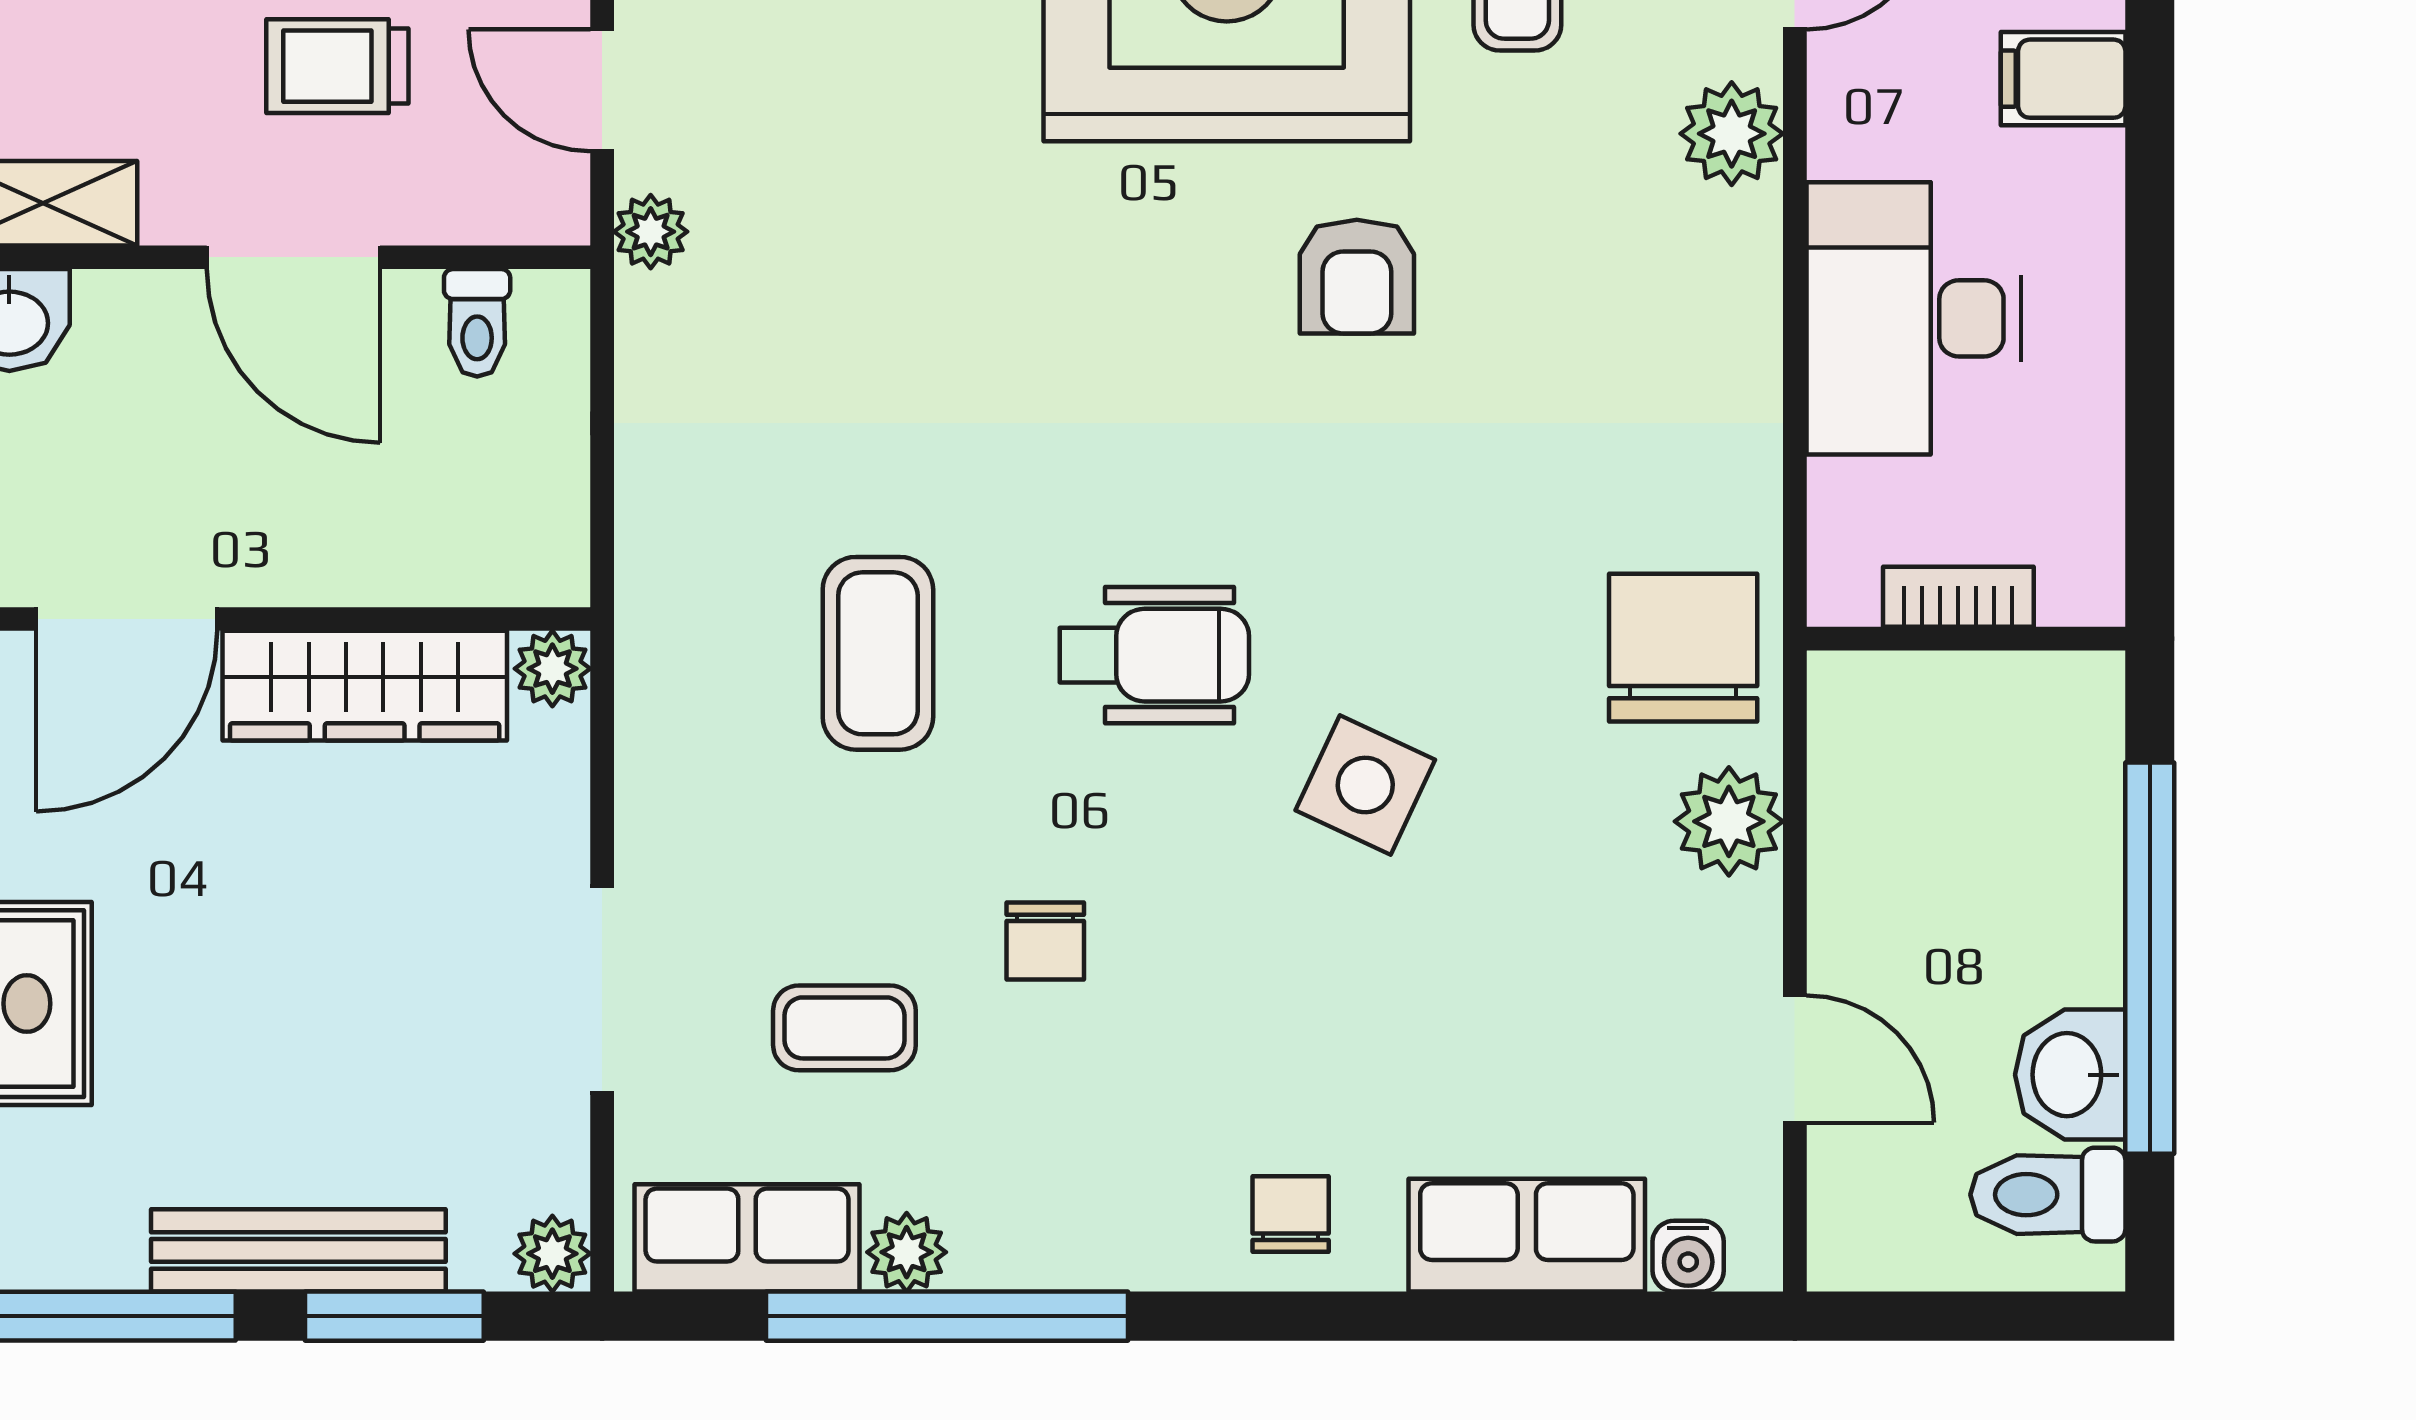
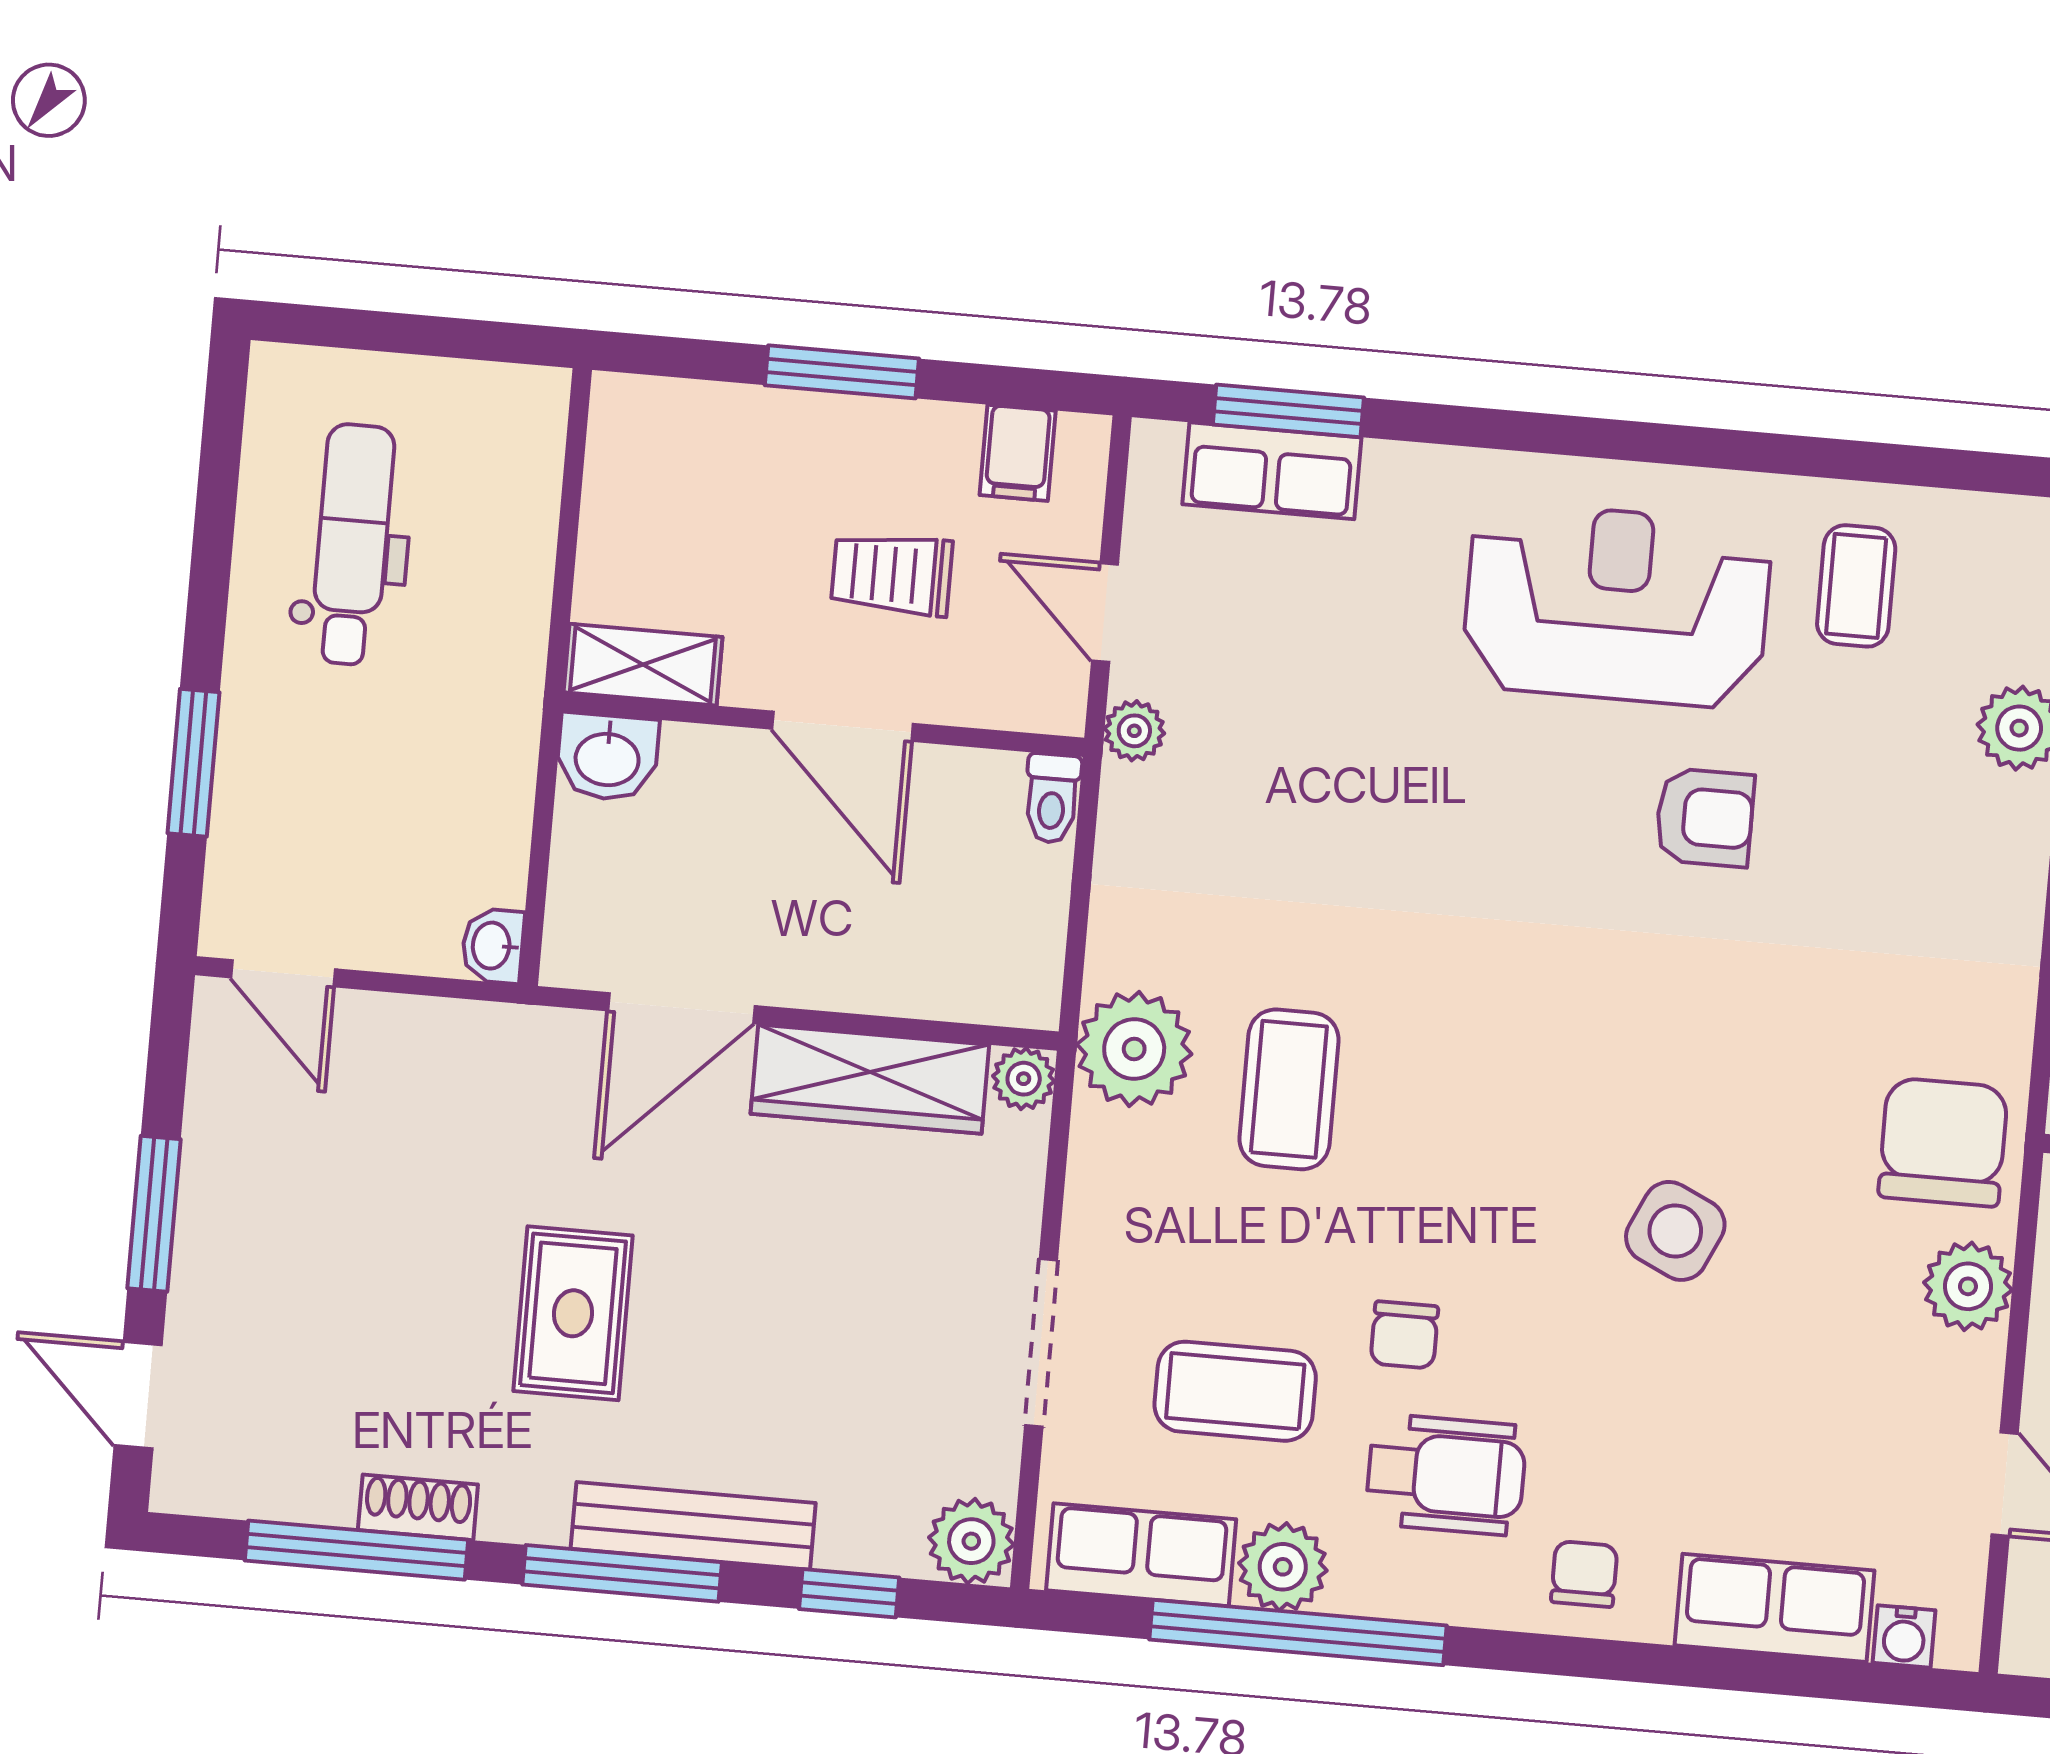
armchair: (1357, 277) -> (1705, 817), turned -90
toilet: (477, 323) -> (1052, 798), moved
plant: (684, 621) -> (1134, 1049), added
wheelchair: (1154, 655) -> (1446, 1475), moved
coffee table: (844, 1028) -> (1235, 1391), width x1.36, depth x1.30
bench: (298, 1250) -> (693, 1526), moved
plant: (907, 1252) -> (1283, 1567), width x1.38, depth x1.38
plant: (552, 1254) -> (971, 1541), width x1.38, depth x1.38
window: (394, 1316) -> (849, 1593), width x0.67

